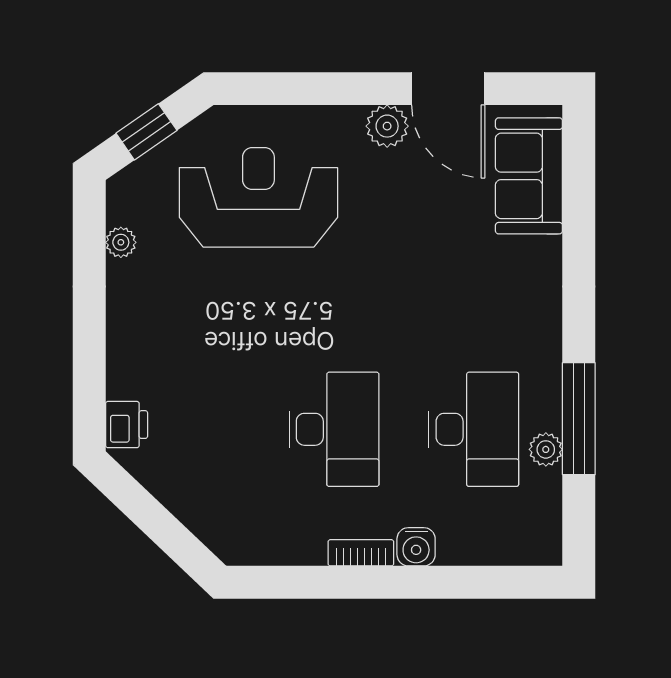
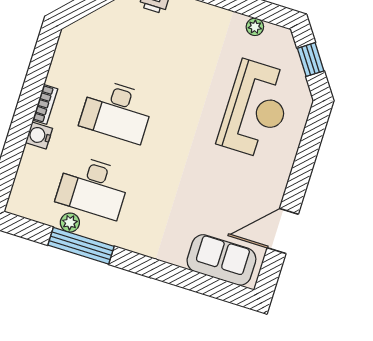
plant: (387, 126) -> (273, 191), removed

